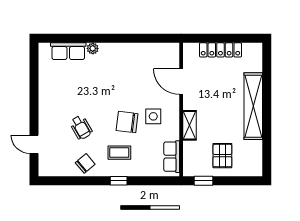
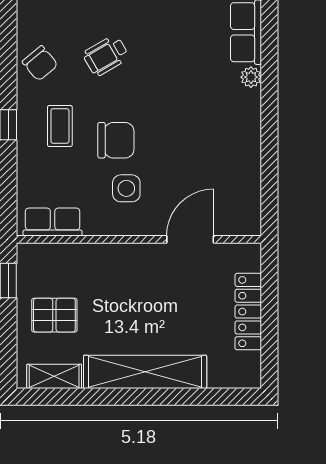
chair: (127, 122) -> (116, 140), turned 83
shelving: (189, 125) -> (54, 376), moved

